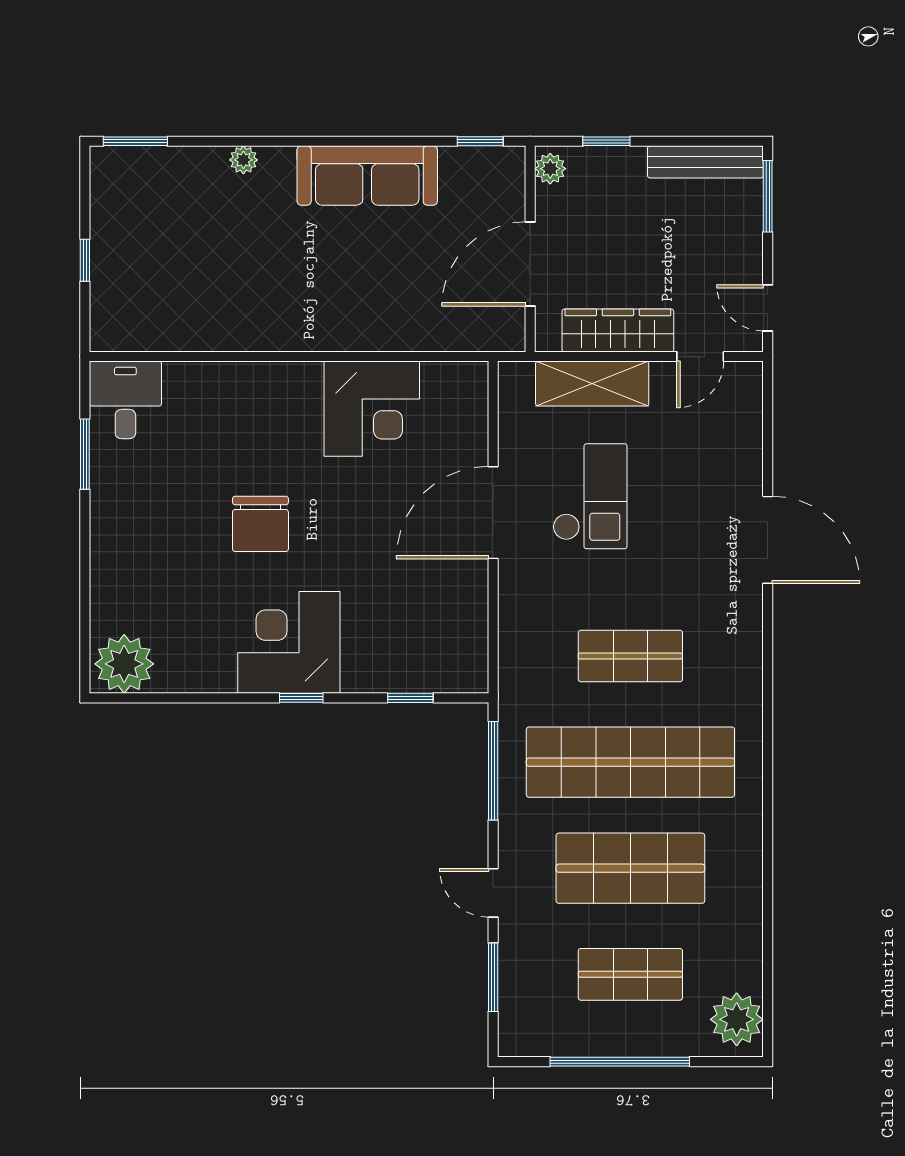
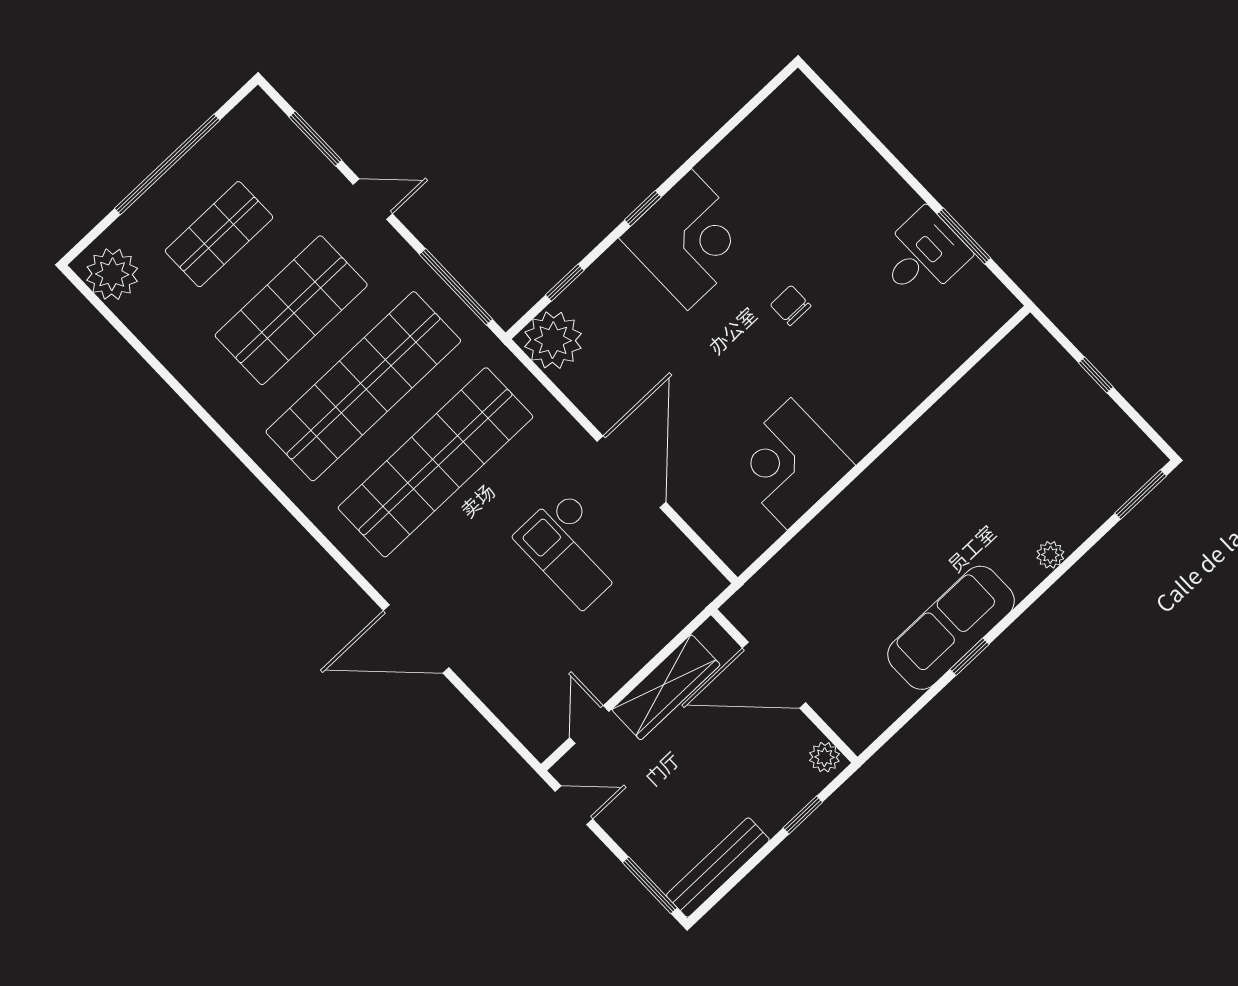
window: (480, 141) -> (969, 657), moved
door: (530, 264) -> (774, 675), swing flipped
shelving: (592, 384) -> (648, 632), removed
desk: (125, 400) -> (923, 255), moved, turned -90
chair: (260, 524) -> (791, 305), width x0.54, depth x0.54
shop shelf: (630, 656) -> (436, 462), width x2.00, depth x1.36
plant: (124, 664) -> (553, 340), moved

